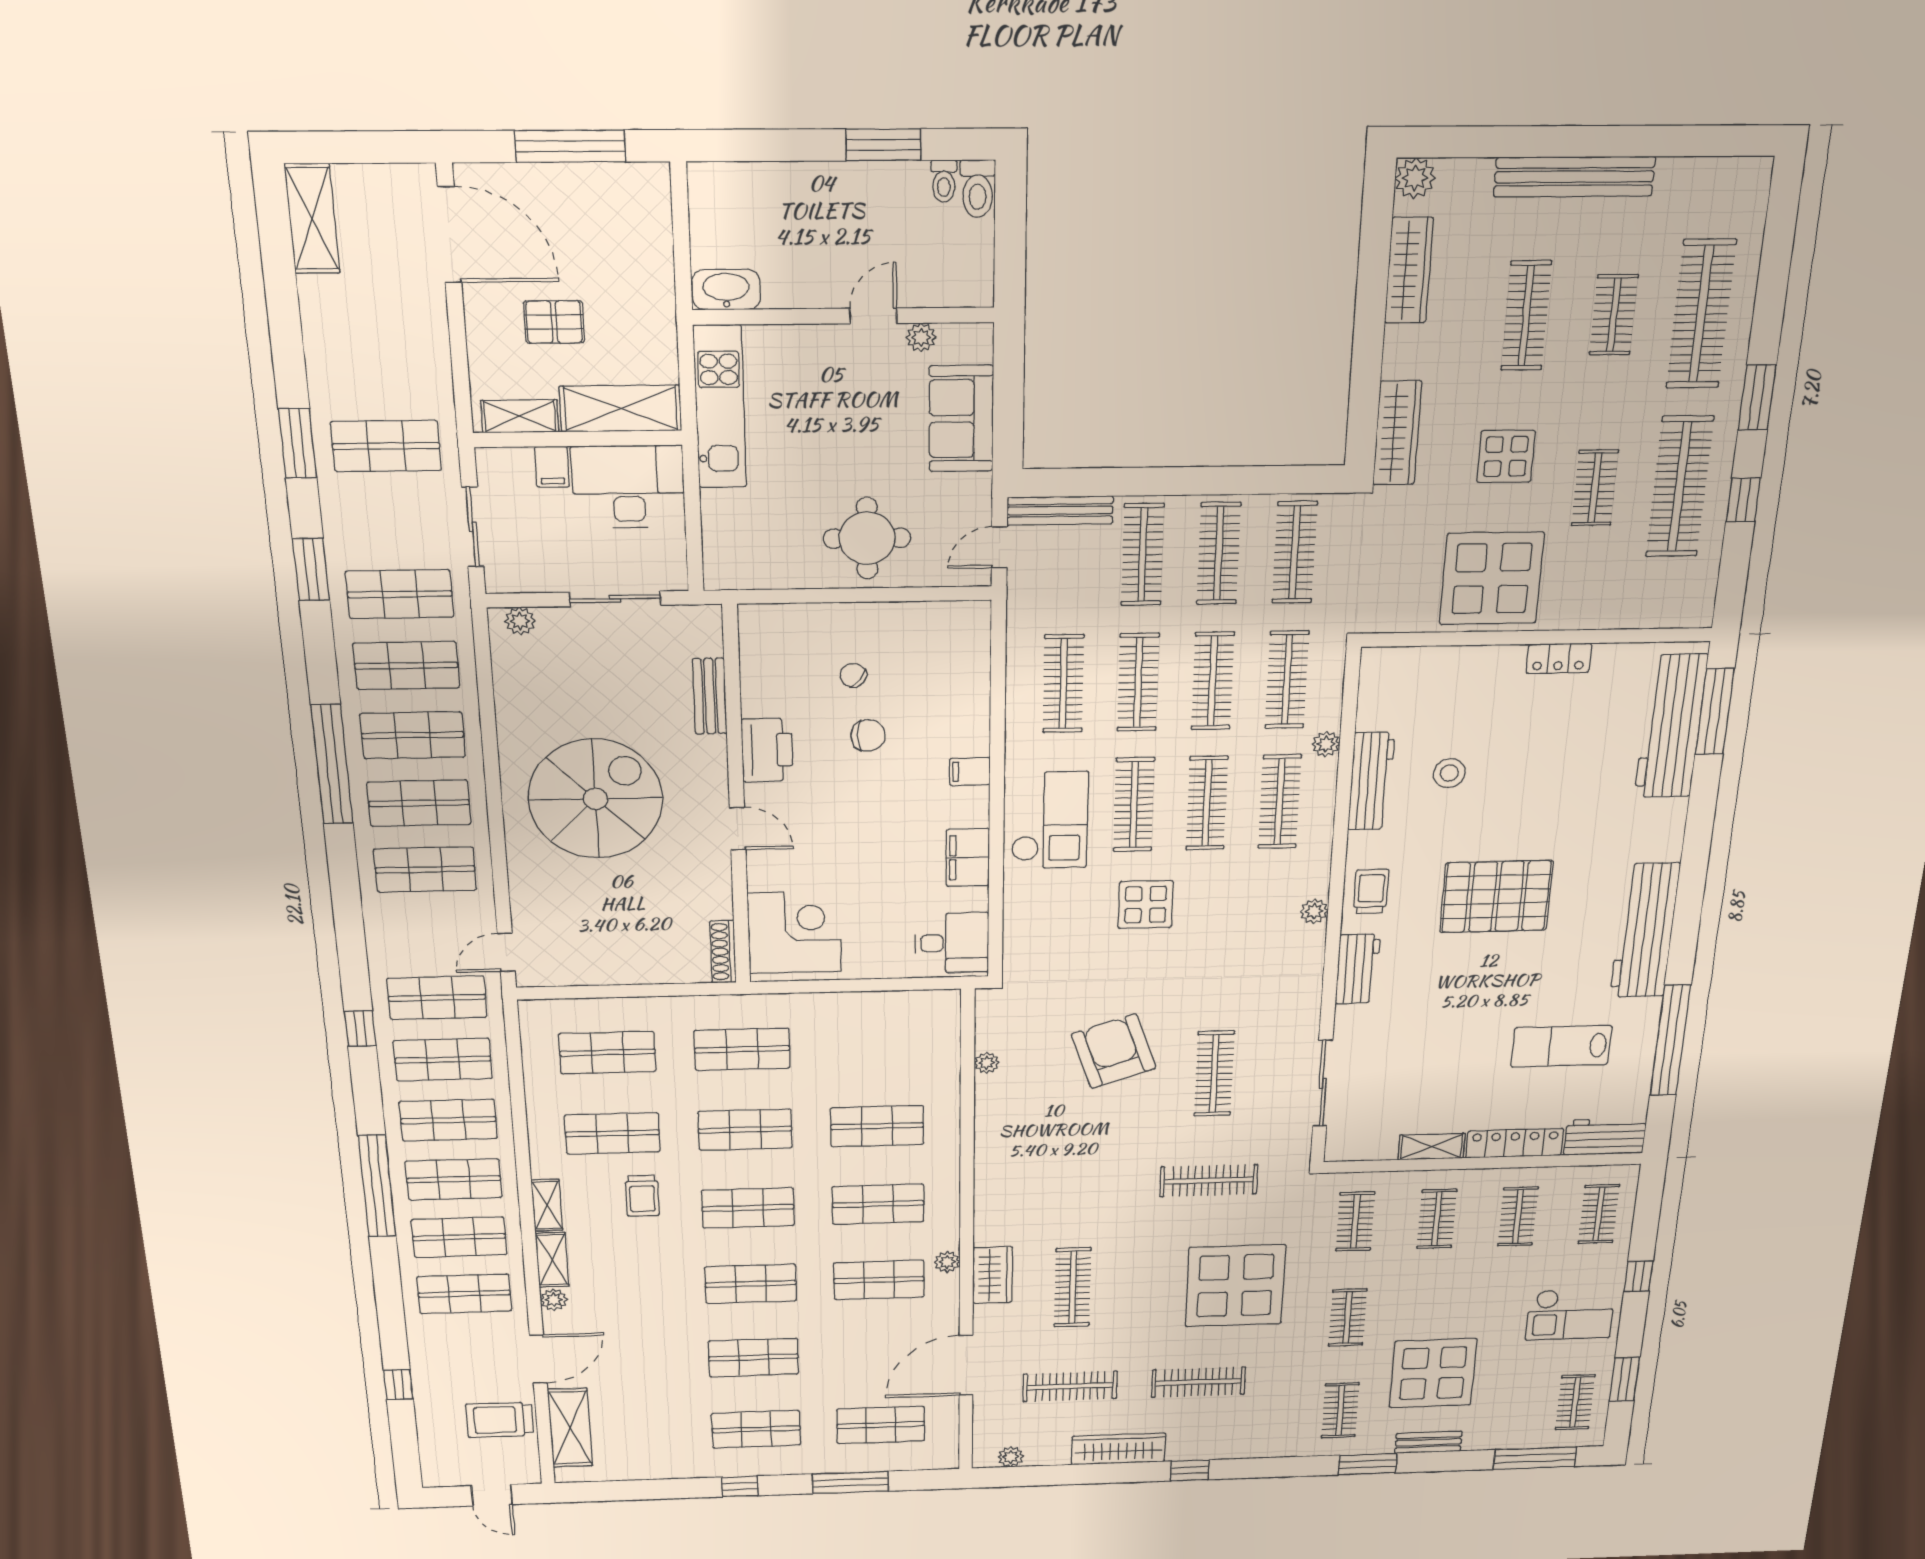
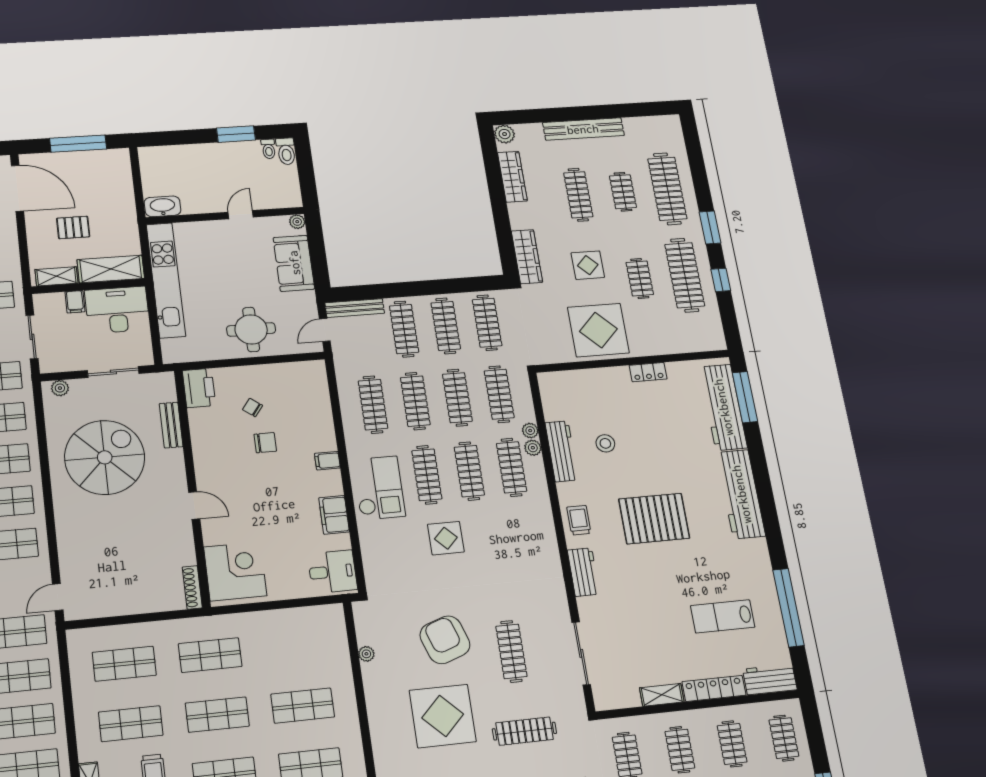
plant: (921, 337) -> (297, 222), moved
kitchen unit: (720, 407) -> (166, 280), width x1.36
printer: (767, 750) -> (199, 388), moved
spiral stairs: (595, 799) -> (105, 457), moved
plant: (1314, 911) -> (533, 448), moved
workbench: (1645, 931) -> (741, 494), moved
display table: (1089, 1153) -> (443, 716), added

